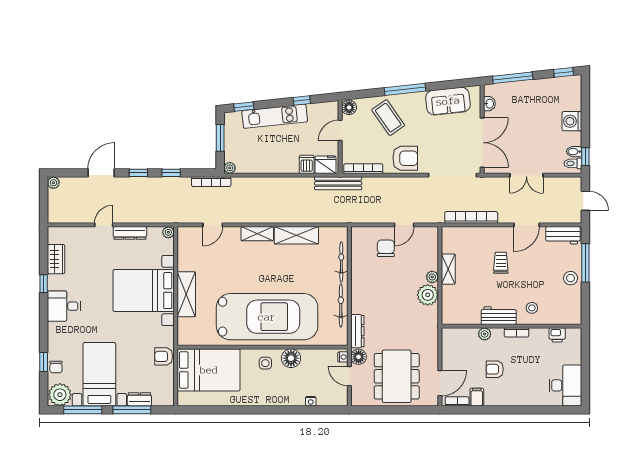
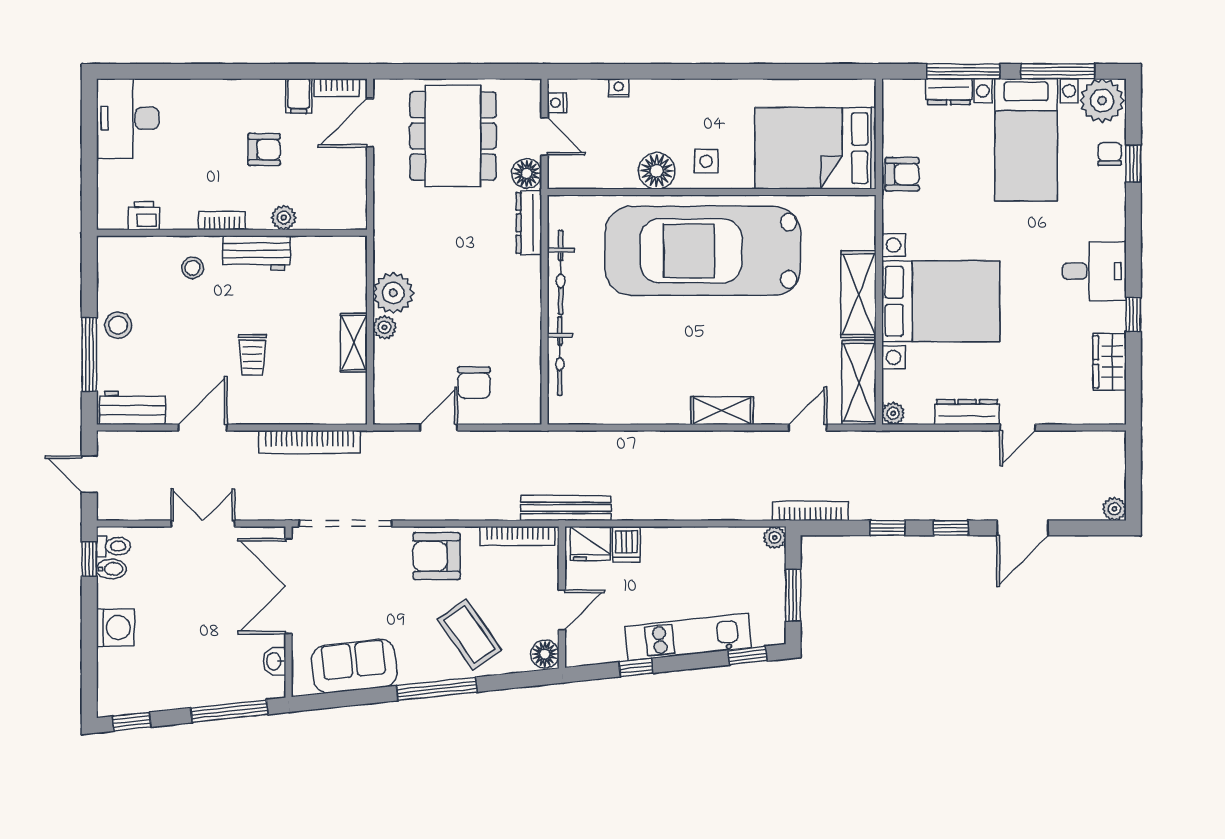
shelving: (296, 235) -> (859, 382), moved, turned 90
nightstand: (343, 357) -> (557, 103), moved

